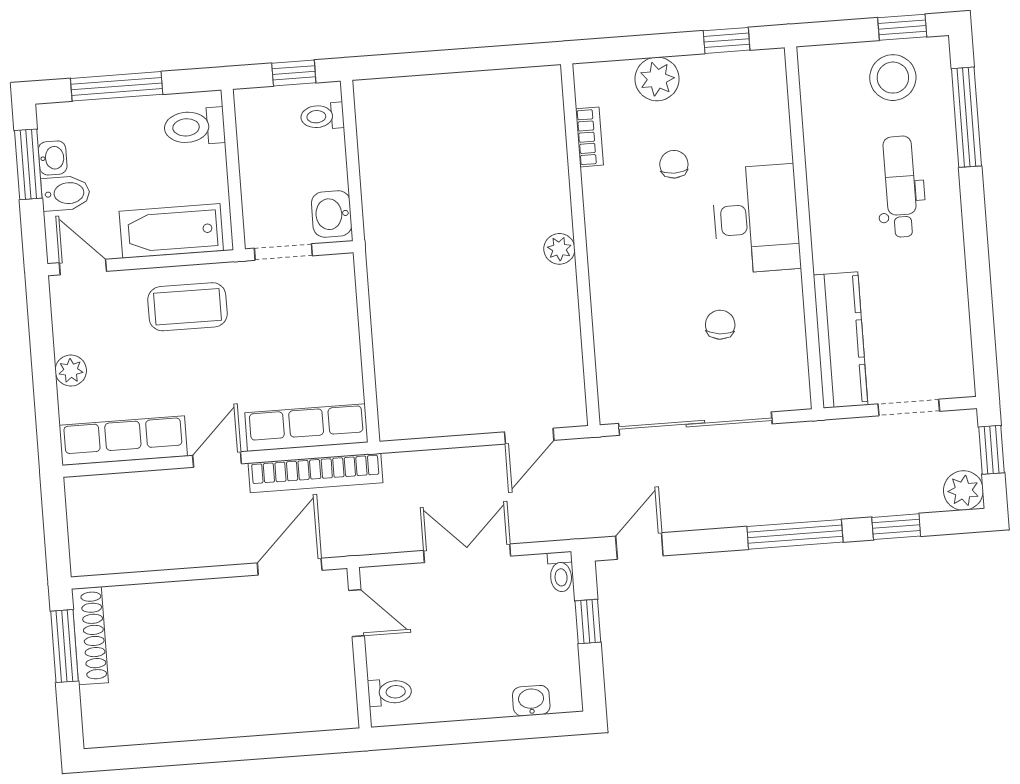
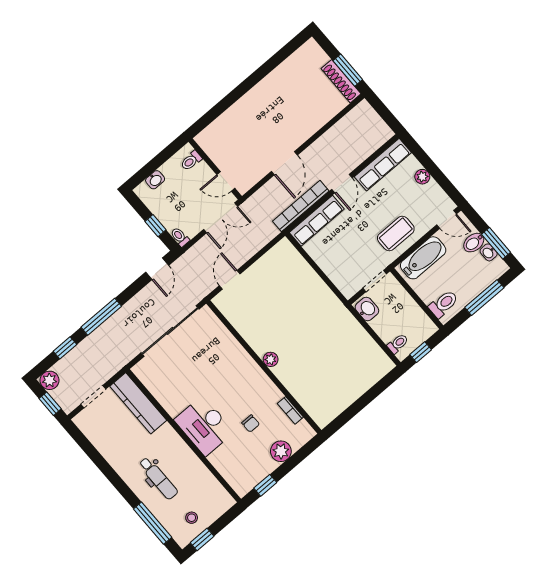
stool: (893, 78) -> (192, 518), width x0.53, depth x0.53
chair: (720, 325) -> (188, 375), removed
door: (357, 613) -> (226, 181), moved
wall: (359, 648) -> (215, 169), moved
toilet: (390, 692) -> (191, 161), moved

